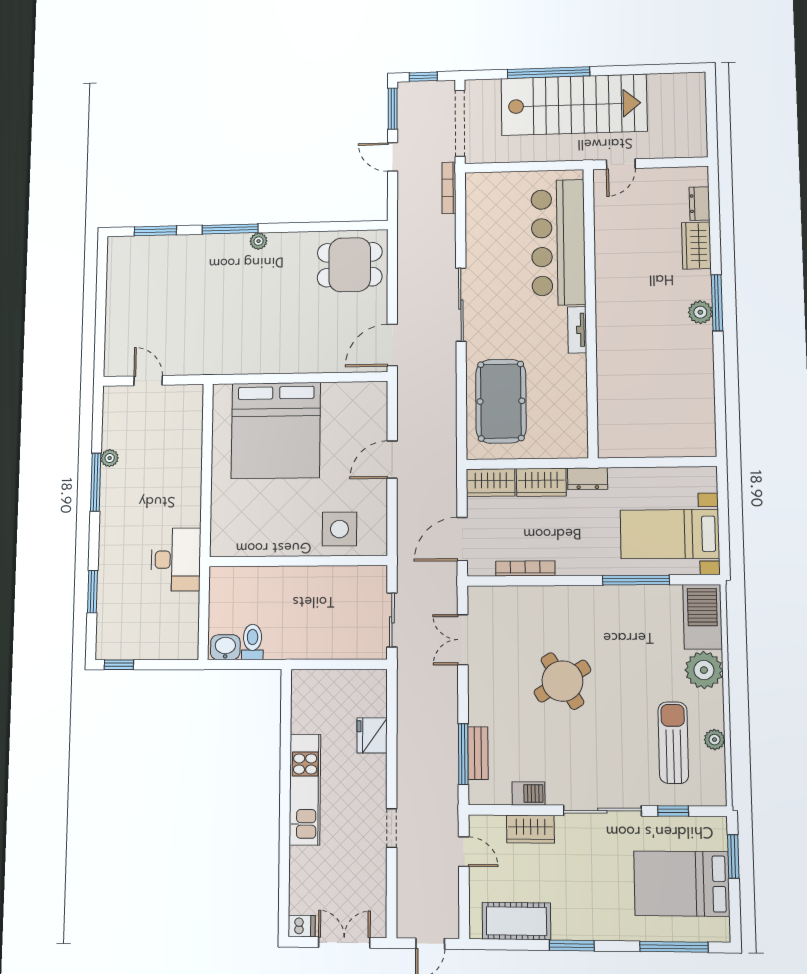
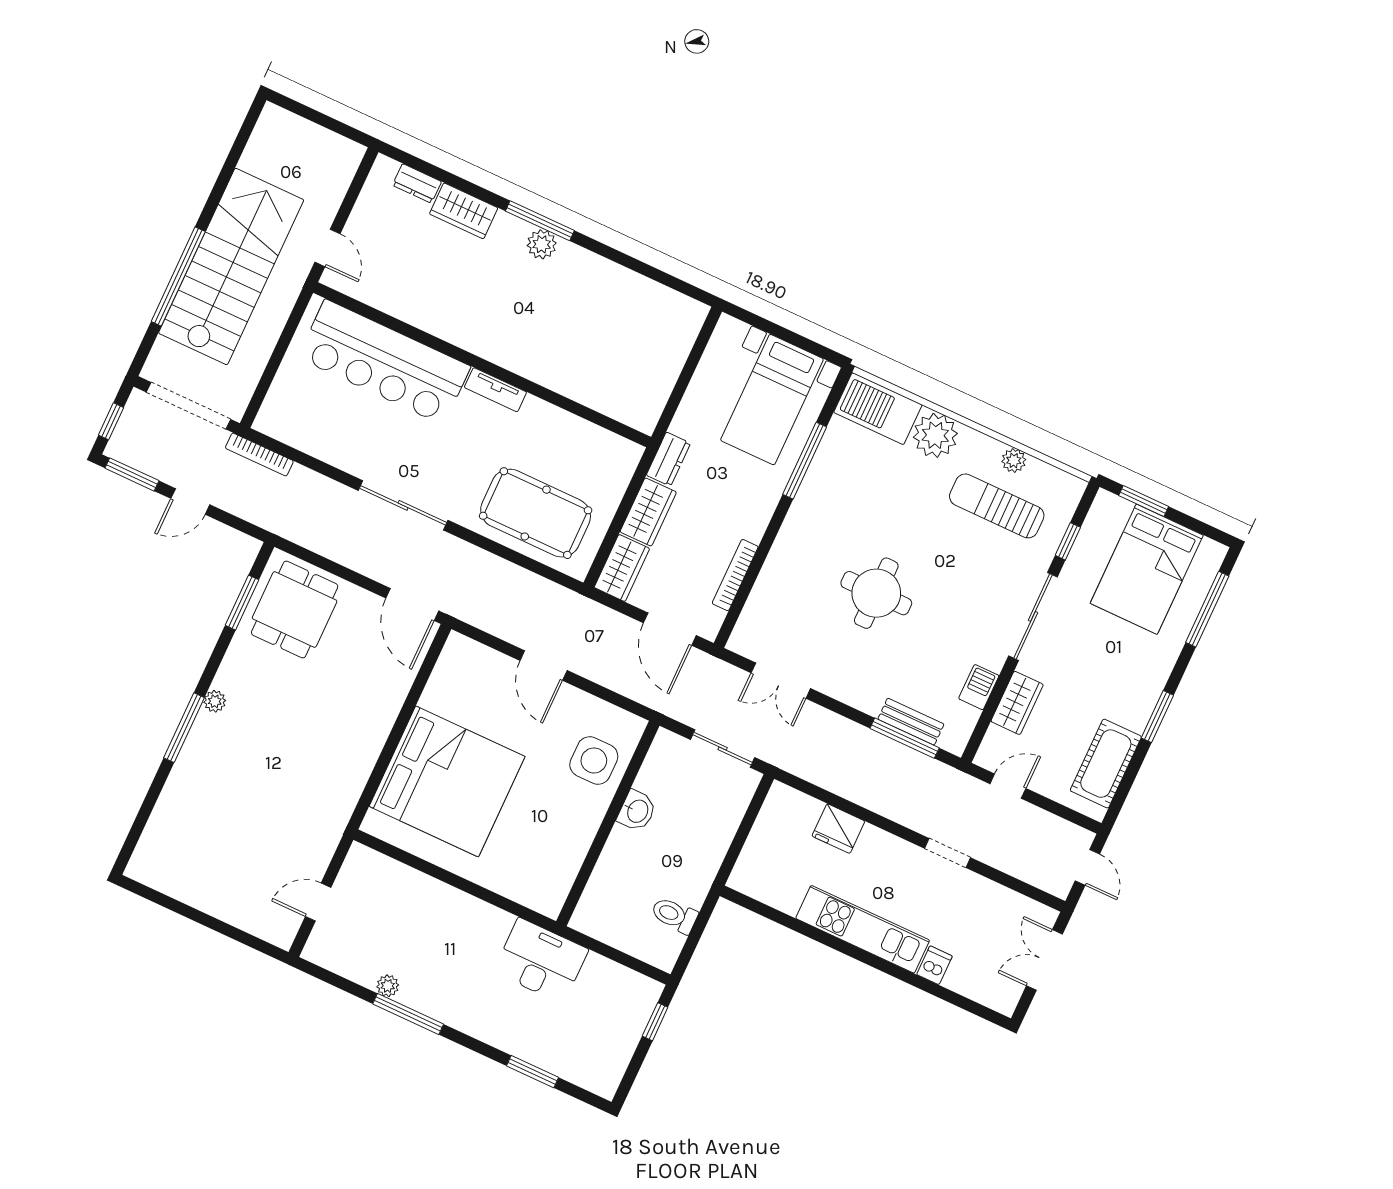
window: (155, 231) -> (242, 603), moved
washbasin: (225, 647) -> (637, 811), moved, turned 180
window: (119, 665) -> (655, 1022), moved
round table: (562, 681) -> (876, 593), turned 32
dishwasher: (302, 926) -> (934, 965), moved

